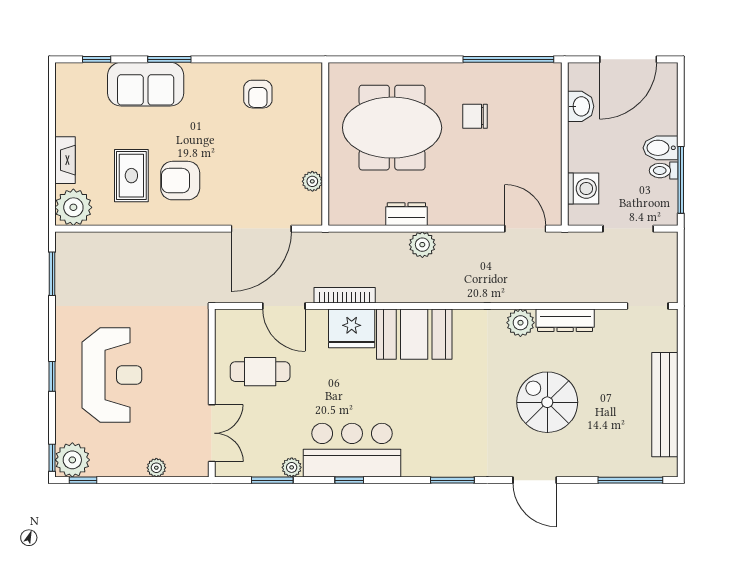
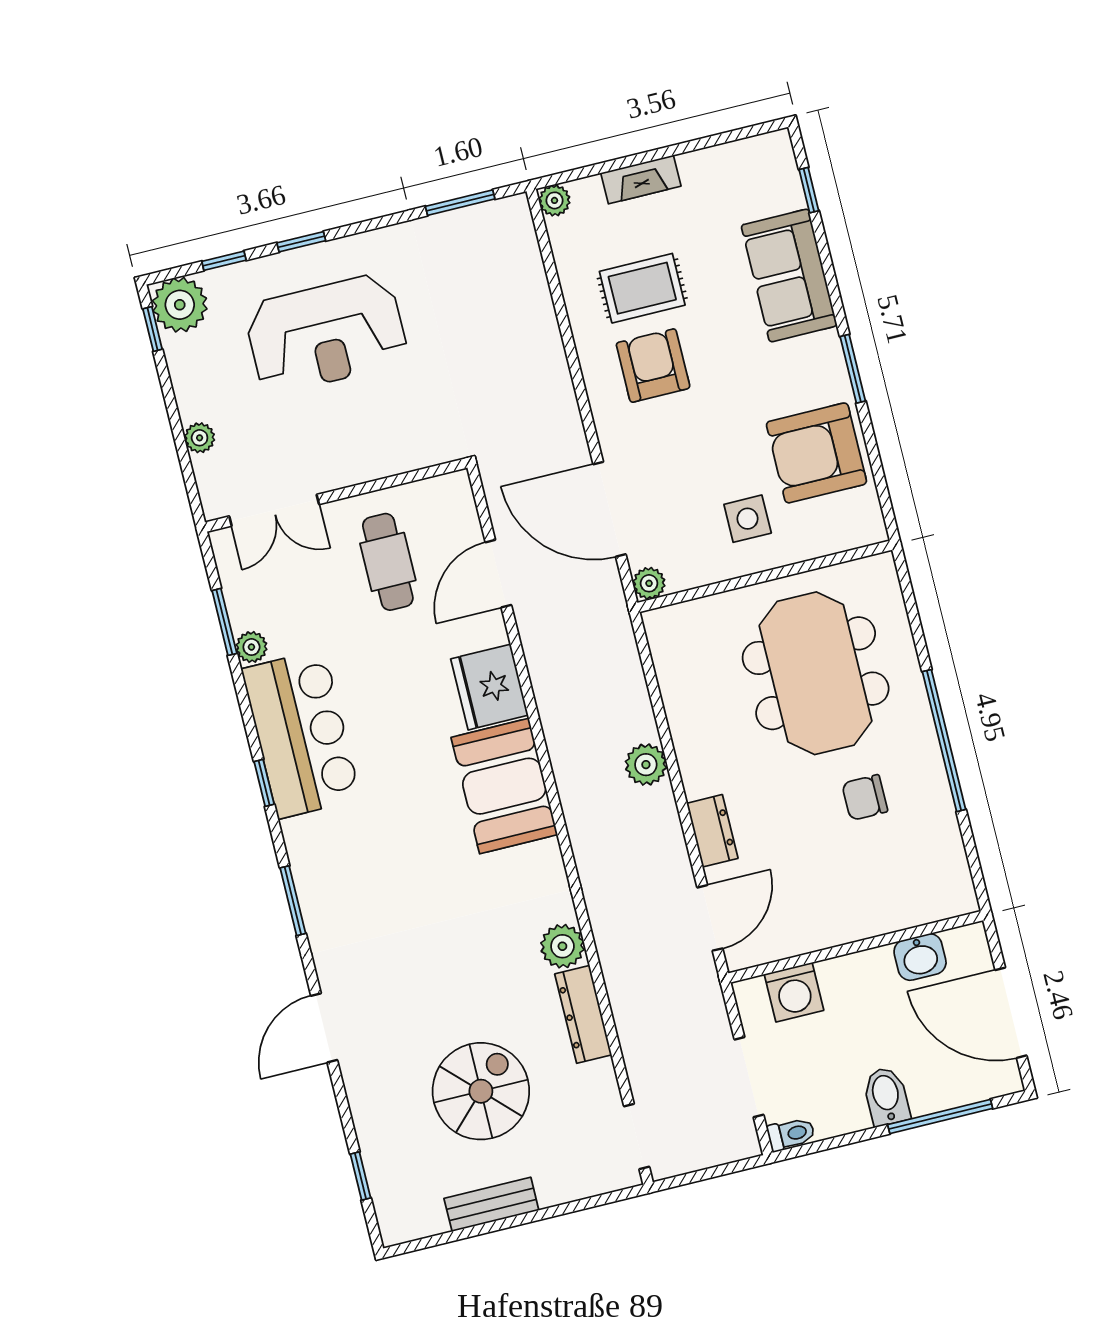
window: (169, 59) -> (853, 369), moved
window: (508, 59) -> (944, 741), moved
armchair: (258, 94) -> (816, 453), width x1.88, depth x1.88
chair: (475, 116) -> (865, 797), turned -90
side table: (288, 146) -> (748, 519), added
toilet: (664, 171) -> (791, 1134), moved, turned 90
window: (681, 180) -> (940, 1117), moved
plant: (312, 181) -> (649, 583), moved
plant: (73, 207) -> (555, 200), width x0.53, depth x0.53
dresser: (406, 214) -> (712, 831), moved
bookcase: (345, 295) -> (538, 664), removed
spiral stairs: (547, 402) -> (481, 1091), moved
bench: (665, 405) -> (491, 1204), width x0.54, depth x0.82
window: (52, 458) -> (224, 261), moved
window: (349, 480) -> (264, 783), moved
window: (630, 480) -> (361, 1176), width x0.46

